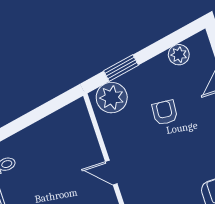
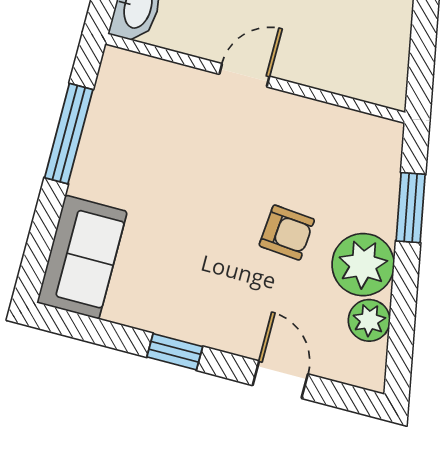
plant: (112, 98) -> (363, 265), moved

